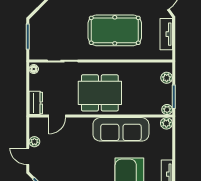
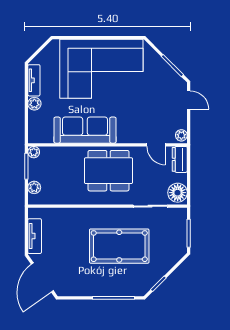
pool table: (115, 30) -> (119, 246), moved
floor lamp: (34, 69) -> (178, 193), width x1.89, depth x1.89
door: (57, 116) -> (156, 145), swing flipped
plant: (166, 123) -> (34, 104), moved
plant: (34, 142) -> (181, 135), moved

